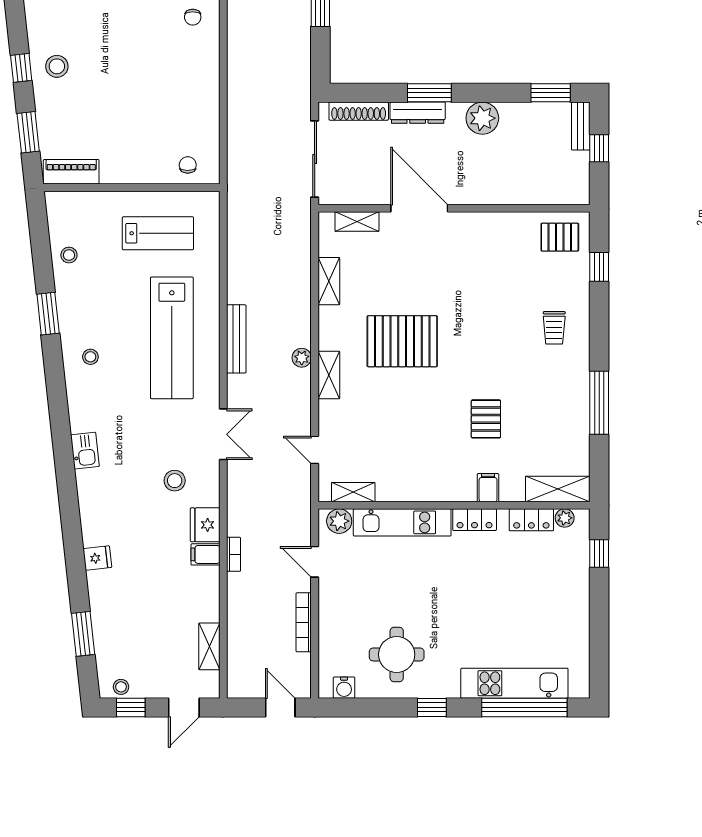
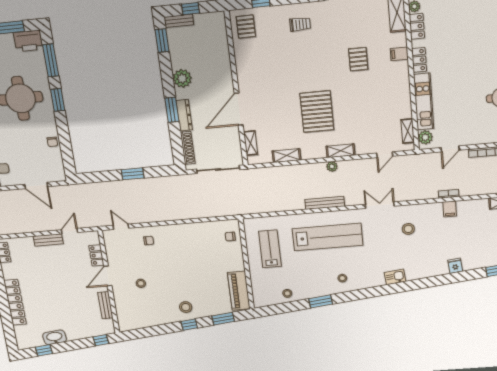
piano: (71, 172) -> (239, 291), width x1.37, depth x1.33
pallet: (486, 419) -> (358, 59), turned 90
fridge: (205, 525) -> (432, 211), removed

